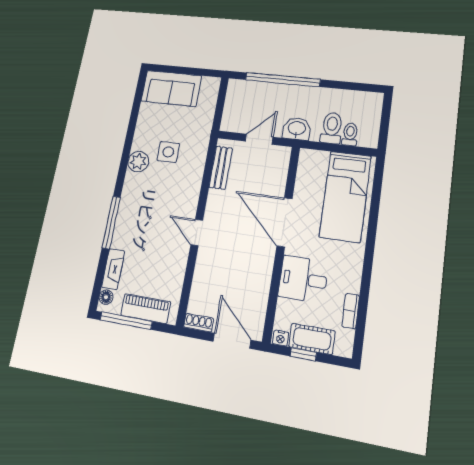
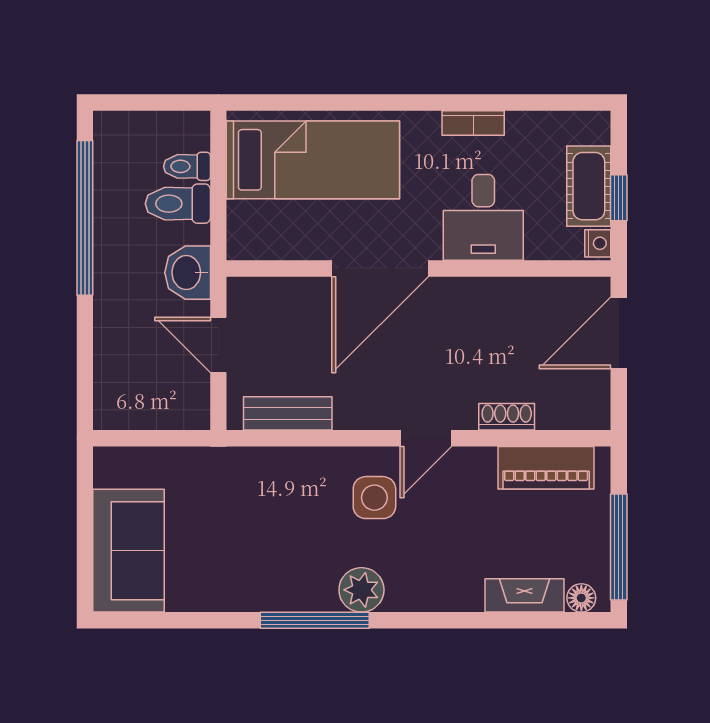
window: (283, 80) -> (85, 218), moved
side table: (168, 152) -> (374, 498), moved
plant: (138, 162) -> (361, 590), moved
window: (111, 222) -> (315, 620), moved
piano: (146, 309) -> (546, 468), moved, turned -90
bookcase: (351, 311) -> (473, 123), moved
shoe rack: (199, 323) -> (507, 417), moved, turned 90

